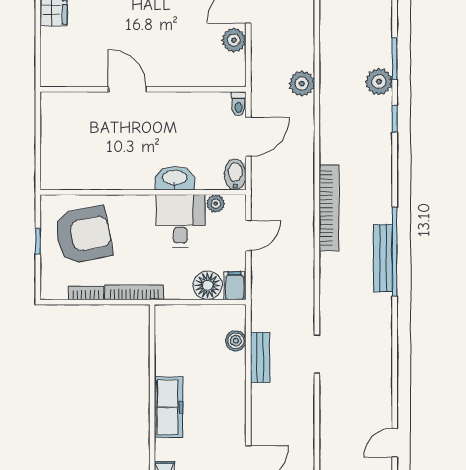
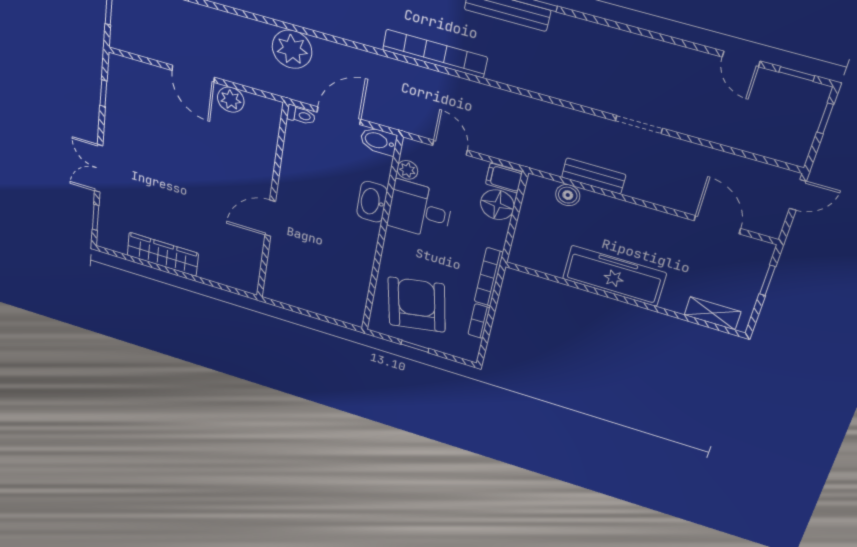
plant: (302, 83) -> (292, 49), width x1.36, depth x1.36
door: (248, 137) -> (339, 116), hinge flipped
doorway: (317, 354) -> (639, 125), moved
freezer: (169, 407) -> (614, 276), width x1.36, depth x1.26

